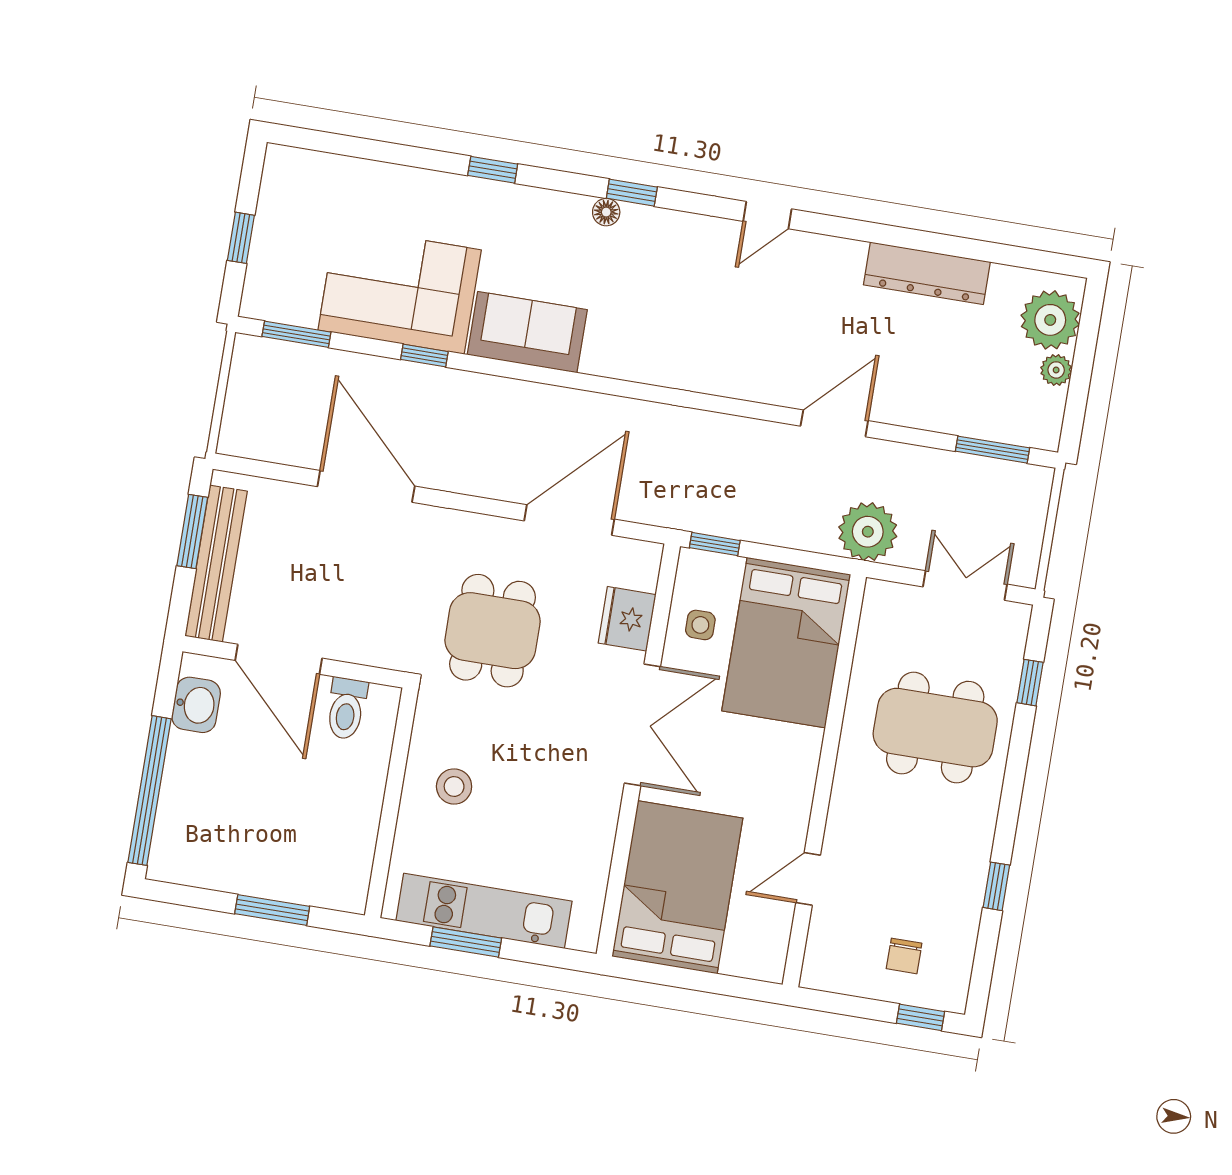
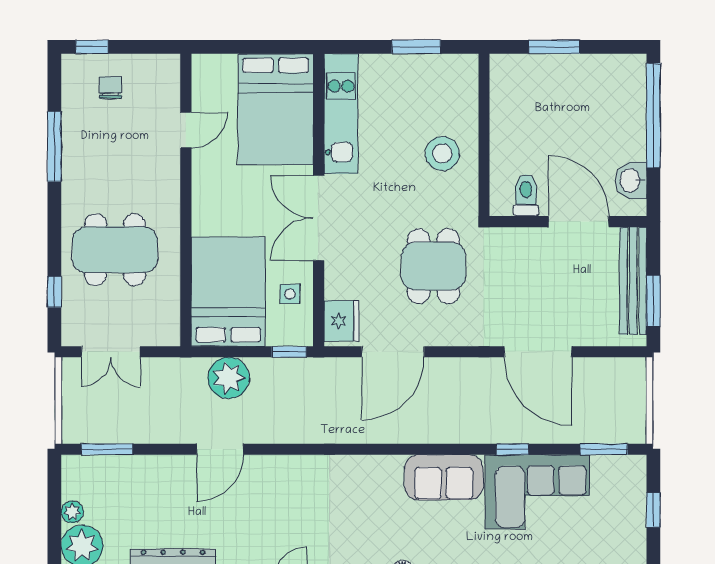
plant: (868, 532) -> (229, 378), moved
fridge: (627, 619) -> (341, 321), moved
stool: (454, 787) -> (442, 153), width x1.38, depth x1.38
window: (996, 886) -> (54, 146), width x2.17
kitchen unit: (484, 911) -> (341, 114), moved, turned -90

